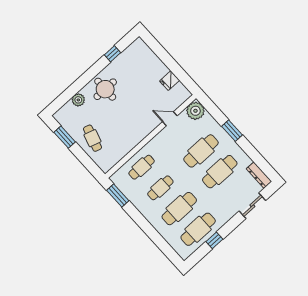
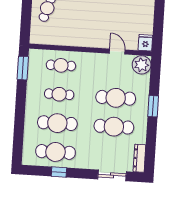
fridge: (170, 81) -> (145, 43), moved, turned 90

